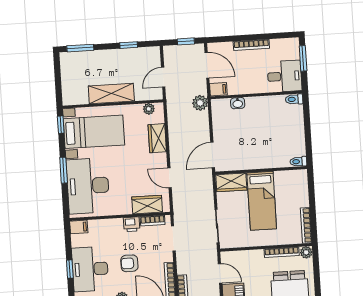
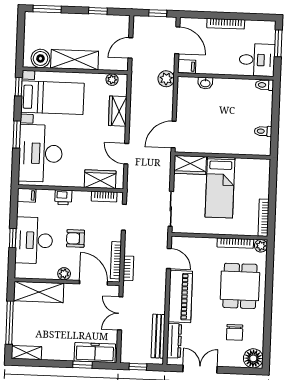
boiler: (79, 96) -> (40, 58), added
toilet: (298, 162) -> (263, 131), moved
printer: (132, 224) -> (63, 197), moved

